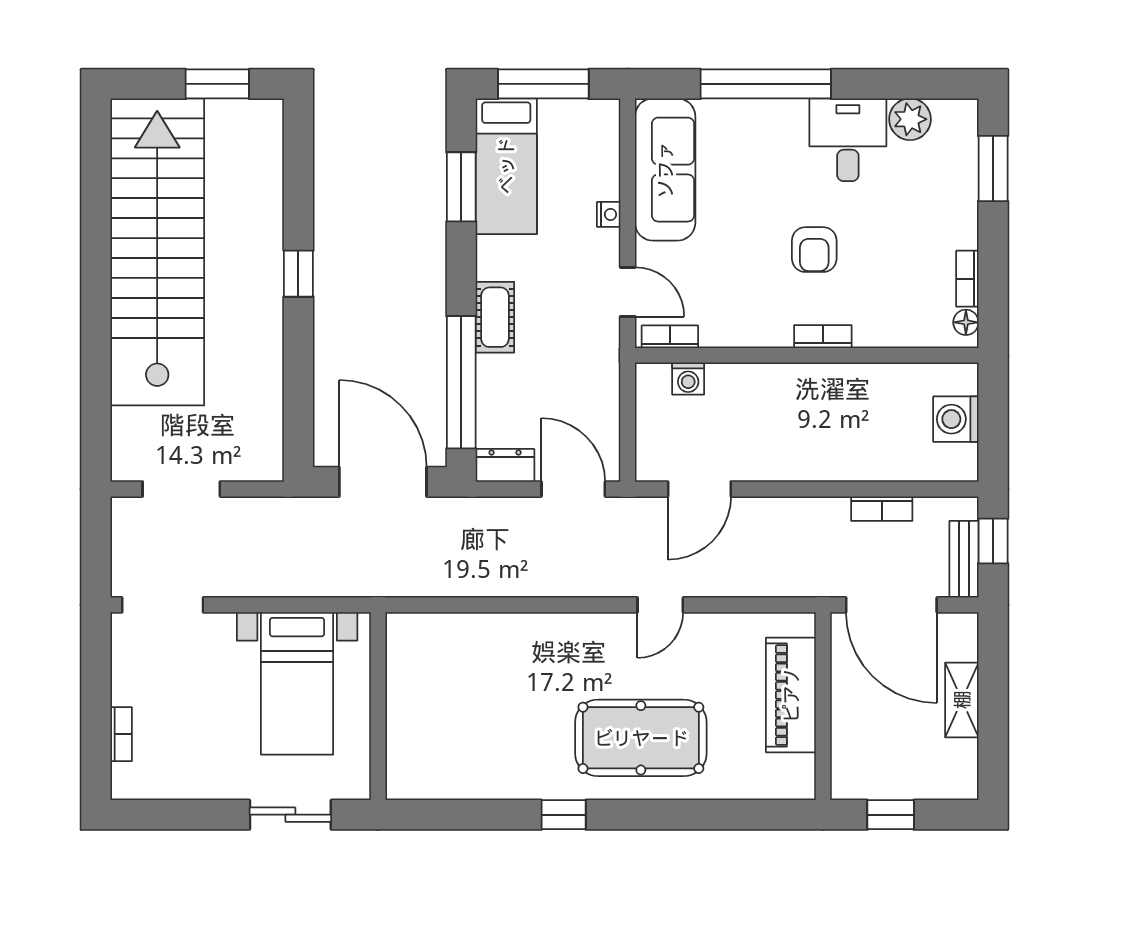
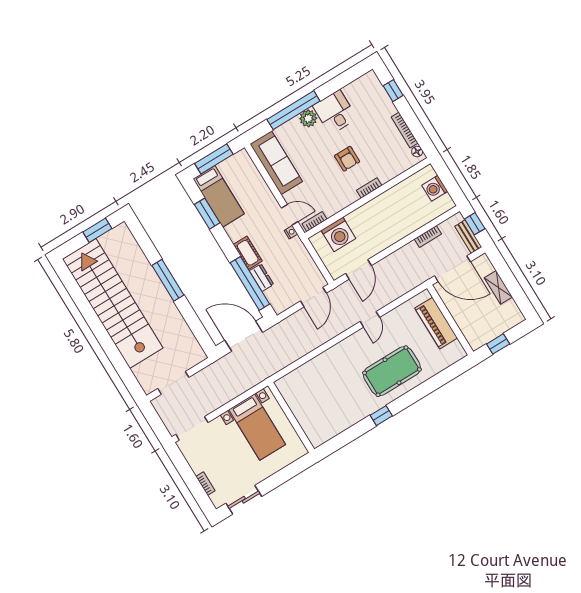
plant: (910, 119) -> (308, 118), moved
window: (993, 168) -> (393, 91), width x0.67
nightstand: (609, 214) -> (291, 232), moved
window: (298, 274) -> (168, 280), width x2.17
bookcase: (967, 279) -> (405, 130), width x1.56
washing machine: (688, 379) -> (338, 234), width x1.89, depth x1.89
dresser: (505, 465) -> (262, 278), moved, turned 90
door: (573, 489) -> (313, 297), swing flipped
sliding door: (290, 815) -> (244, 500), moved

